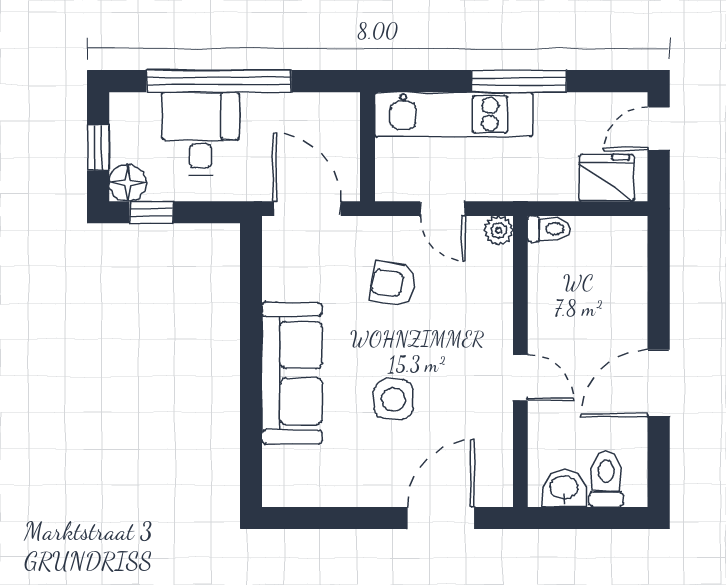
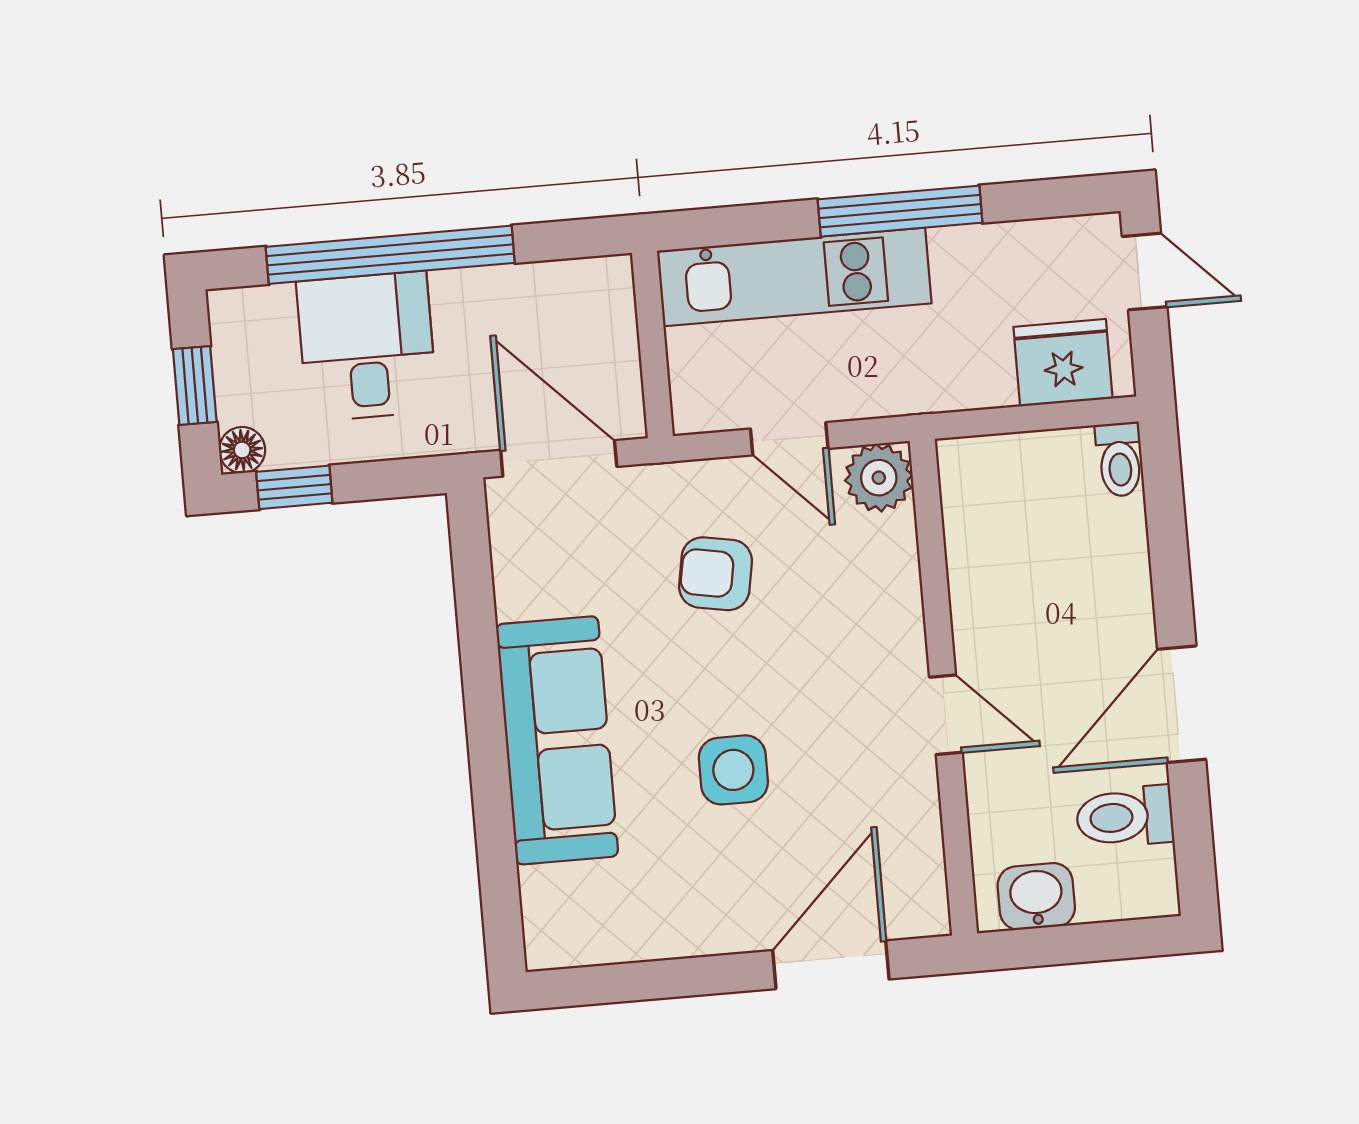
door: (659, 129) -> (1145, 272), swing flipped
floor lamp: (128, 183) -> (242, 450), width x0.73, depth x0.73
toilet: (549, 229) -> (1120, 459), moved, turned 90
plant: (499, 230) -> (879, 478), width x1.38, depth x1.38
toilet: (606, 479) -> (1125, 817), moved, turned -90

